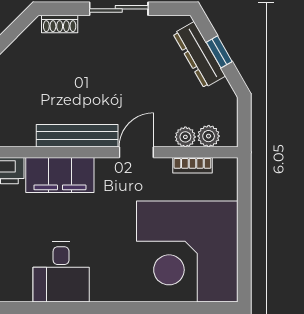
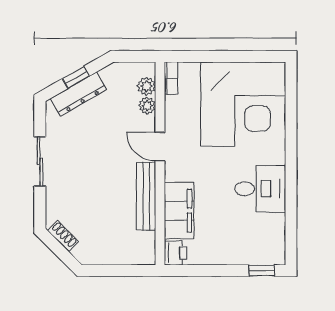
shoe rack: (60, 24) -> (63, 236), moved, turned -45
bookcase: (192, 165) -> (171, 78), moved
desk: (61, 272) -> (260, 189), moved

